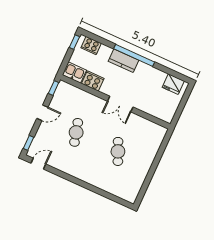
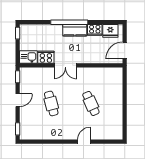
cooker: (91, 46) -> (95, 30), moved
kitchen counter: (124, 61) -> (75, 30), moved
double door: (120, 104) -> (65, 65), moved
door: (179, 112) -> (125, 51), added
door: (38, 164) -> (84, 142), moved

